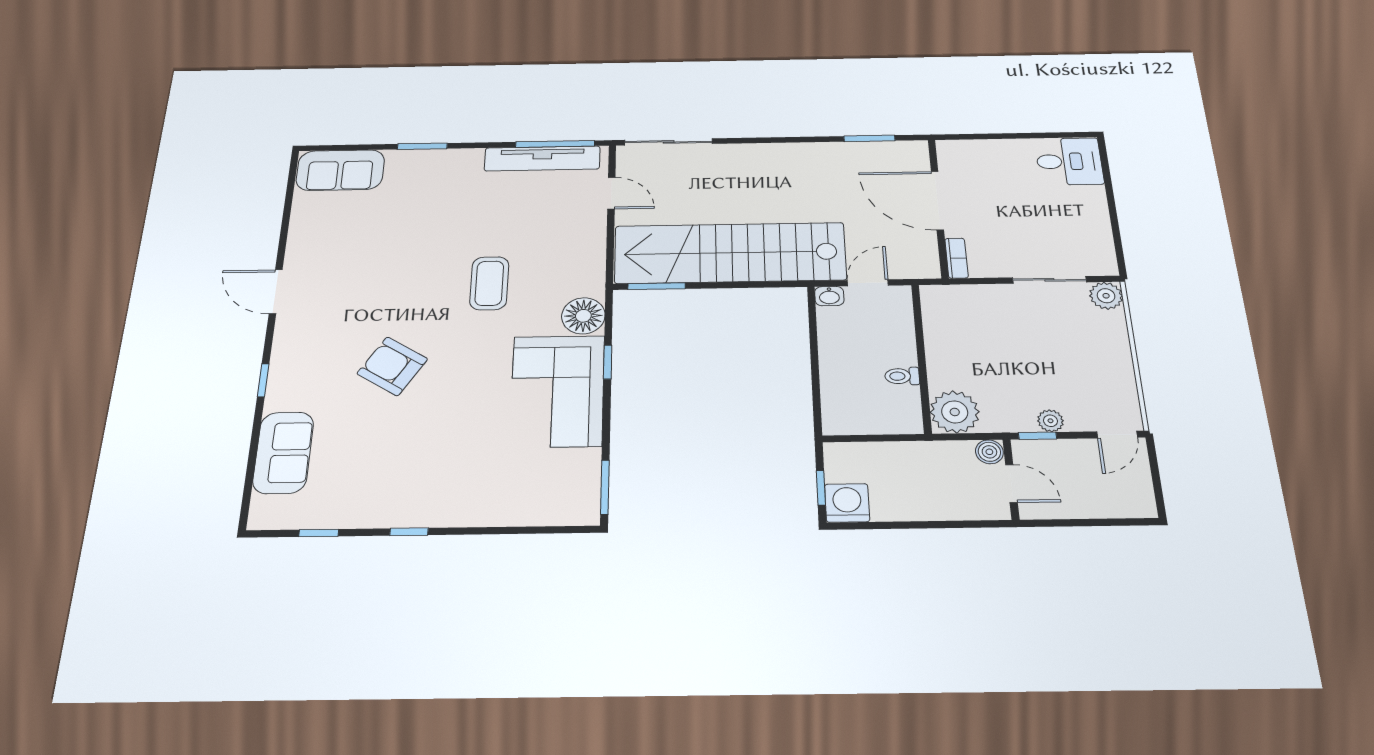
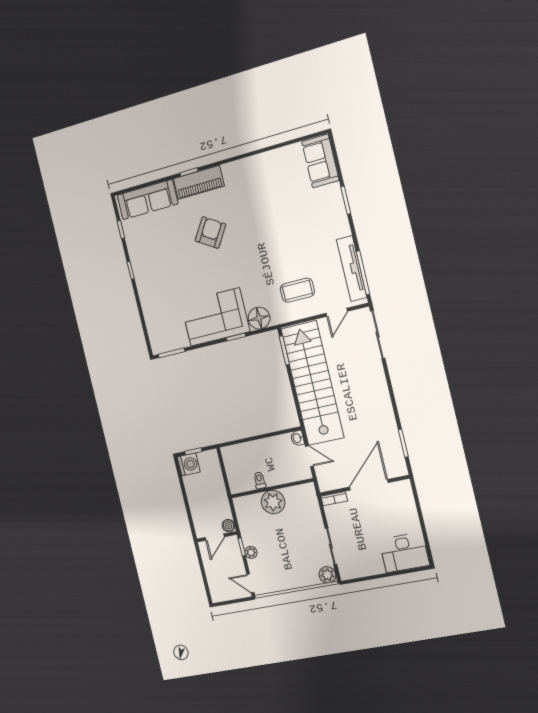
desk: (1069, 161) -> (404, 552), width x1.37
coffee table: (489, 283) -> (297, 290), moved
door: (276, 292) -> (239, 157), removed
piano: (290, 367) -> (199, 182), added
plant: (955, 412) -> (273, 502), moved
sofa: (283, 453) -> (147, 200), width x1.36

